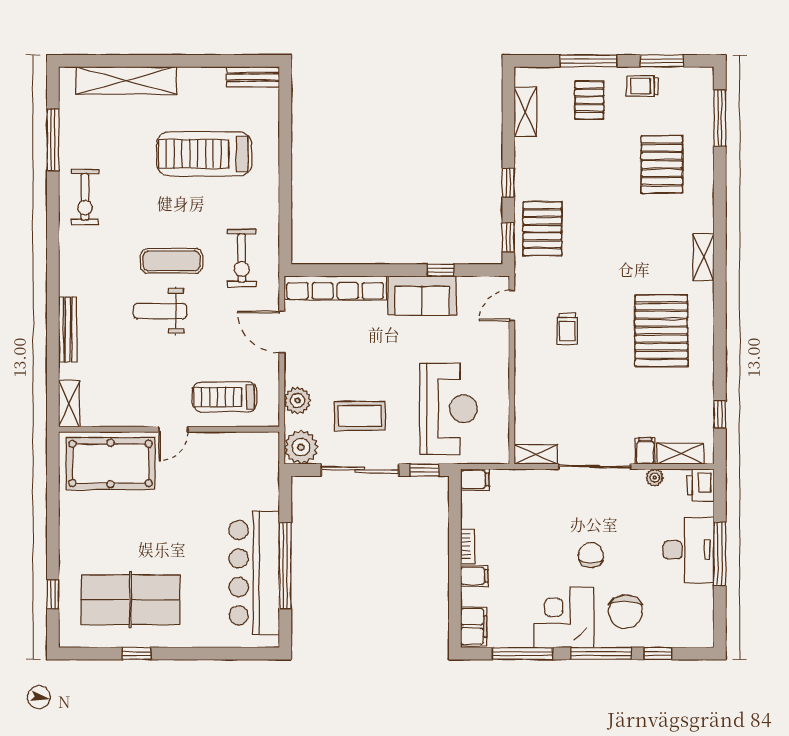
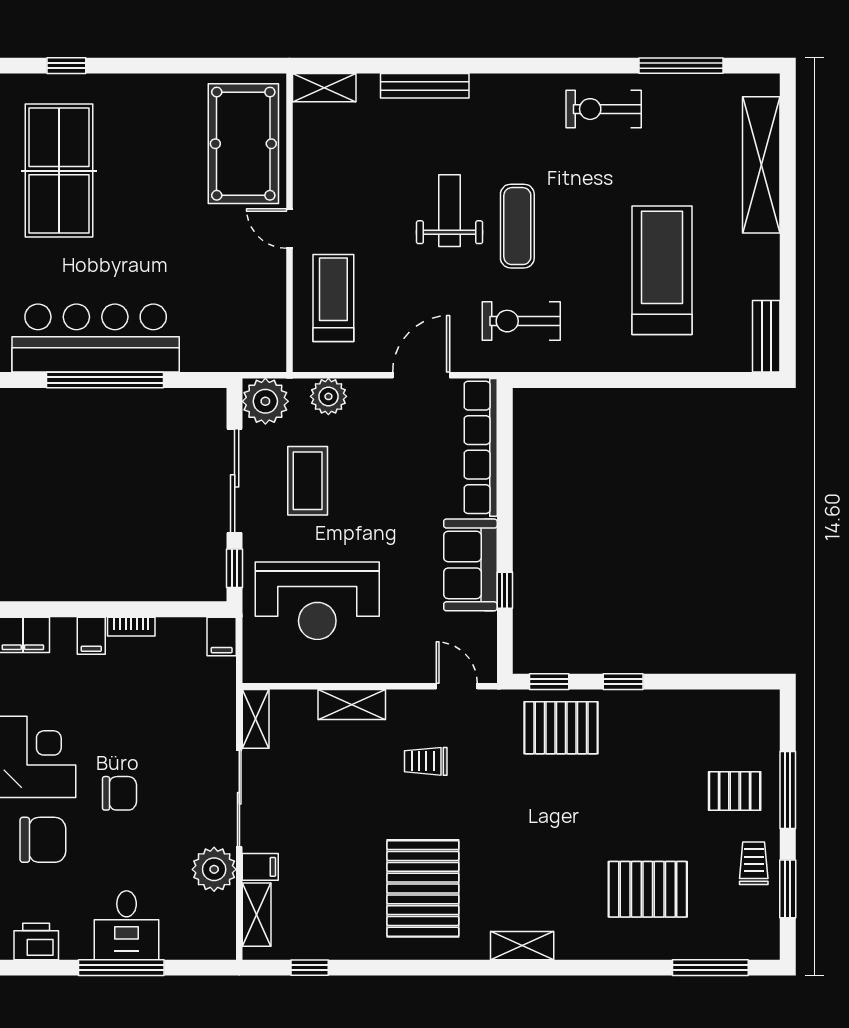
shelving: (525, 112) -> (352, 705), moved
pallet: (661, 331) -> (423, 888), turned 90
plant: (655, 477) -> (214, 869), width x1.88, depth x1.88
printer: (700, 485) -> (36, 941), moved
desk: (688, 550) -> (127, 925), width x0.73
chair: (625, 612) -> (43, 840), turned 180

